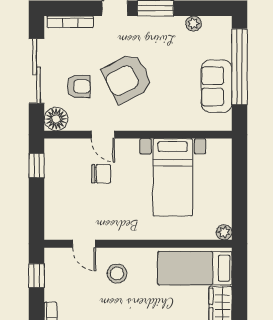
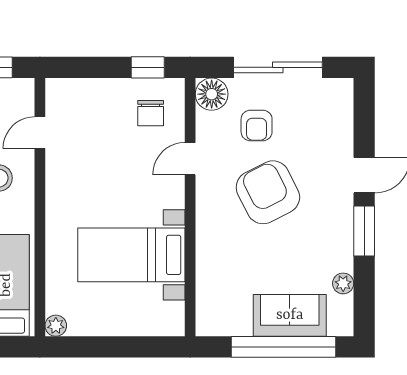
bookcase: (70, 22) -> (345, 114), removed
sofa: (217, 86) -> (290, 315), moved
chair: (101, 174) -> (151, 113), moved

